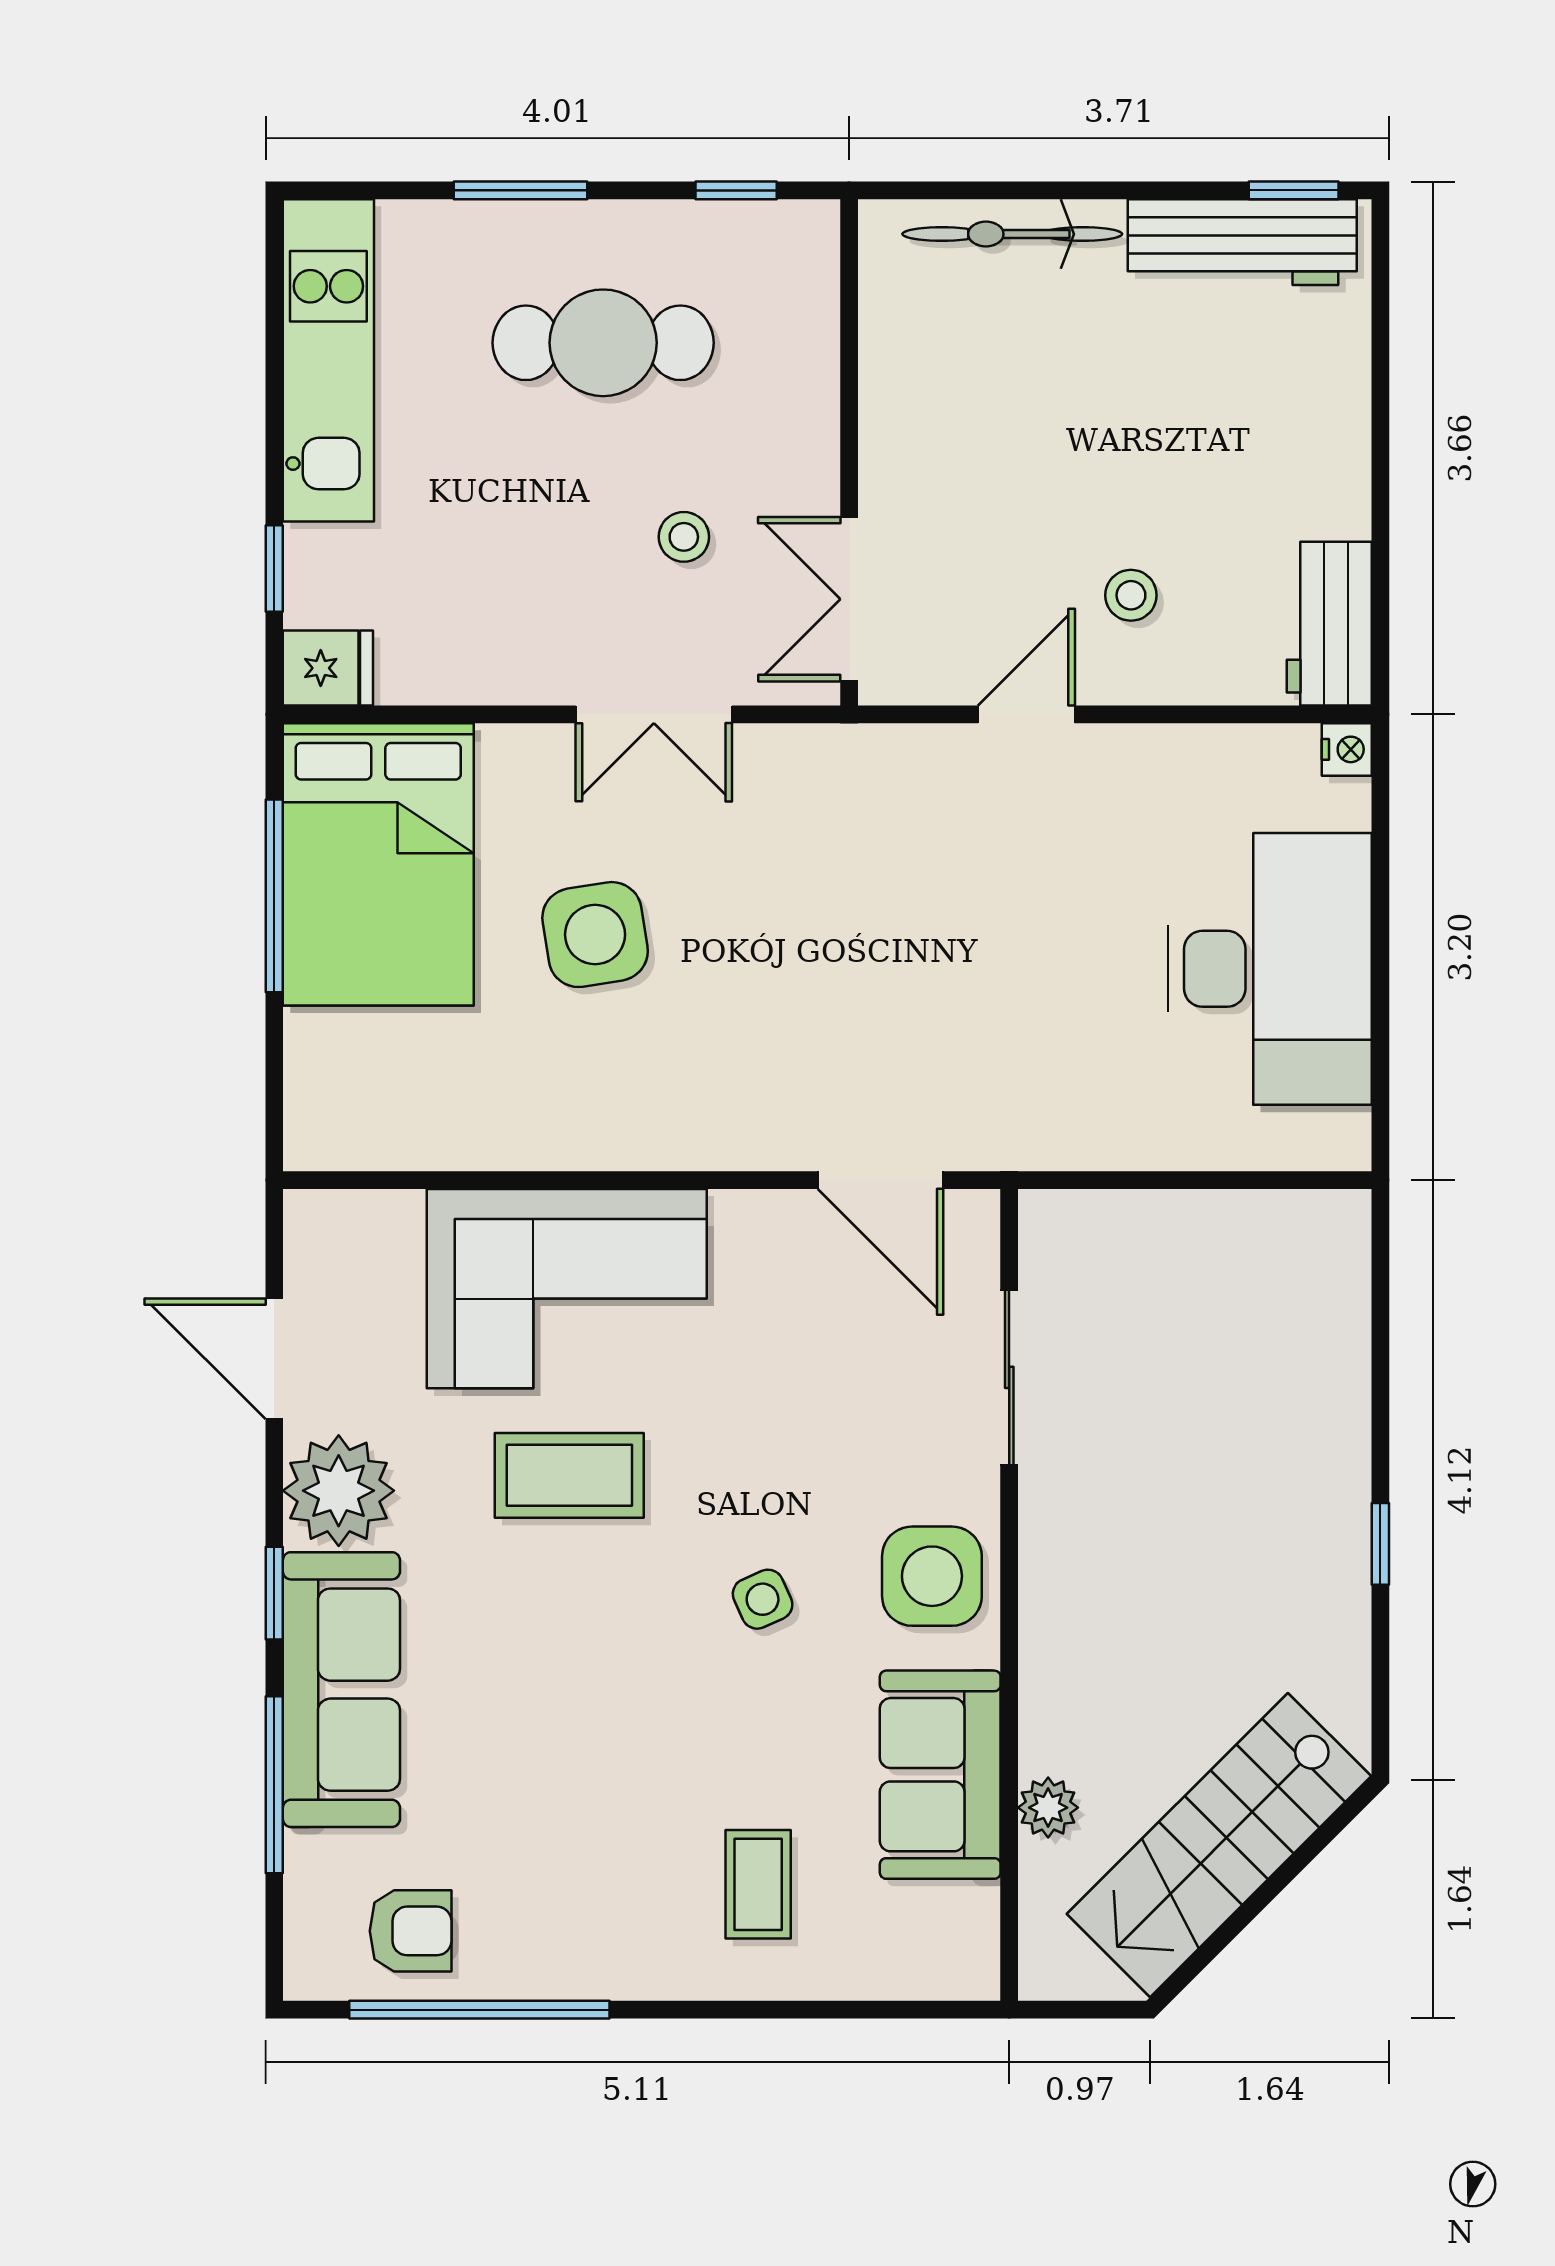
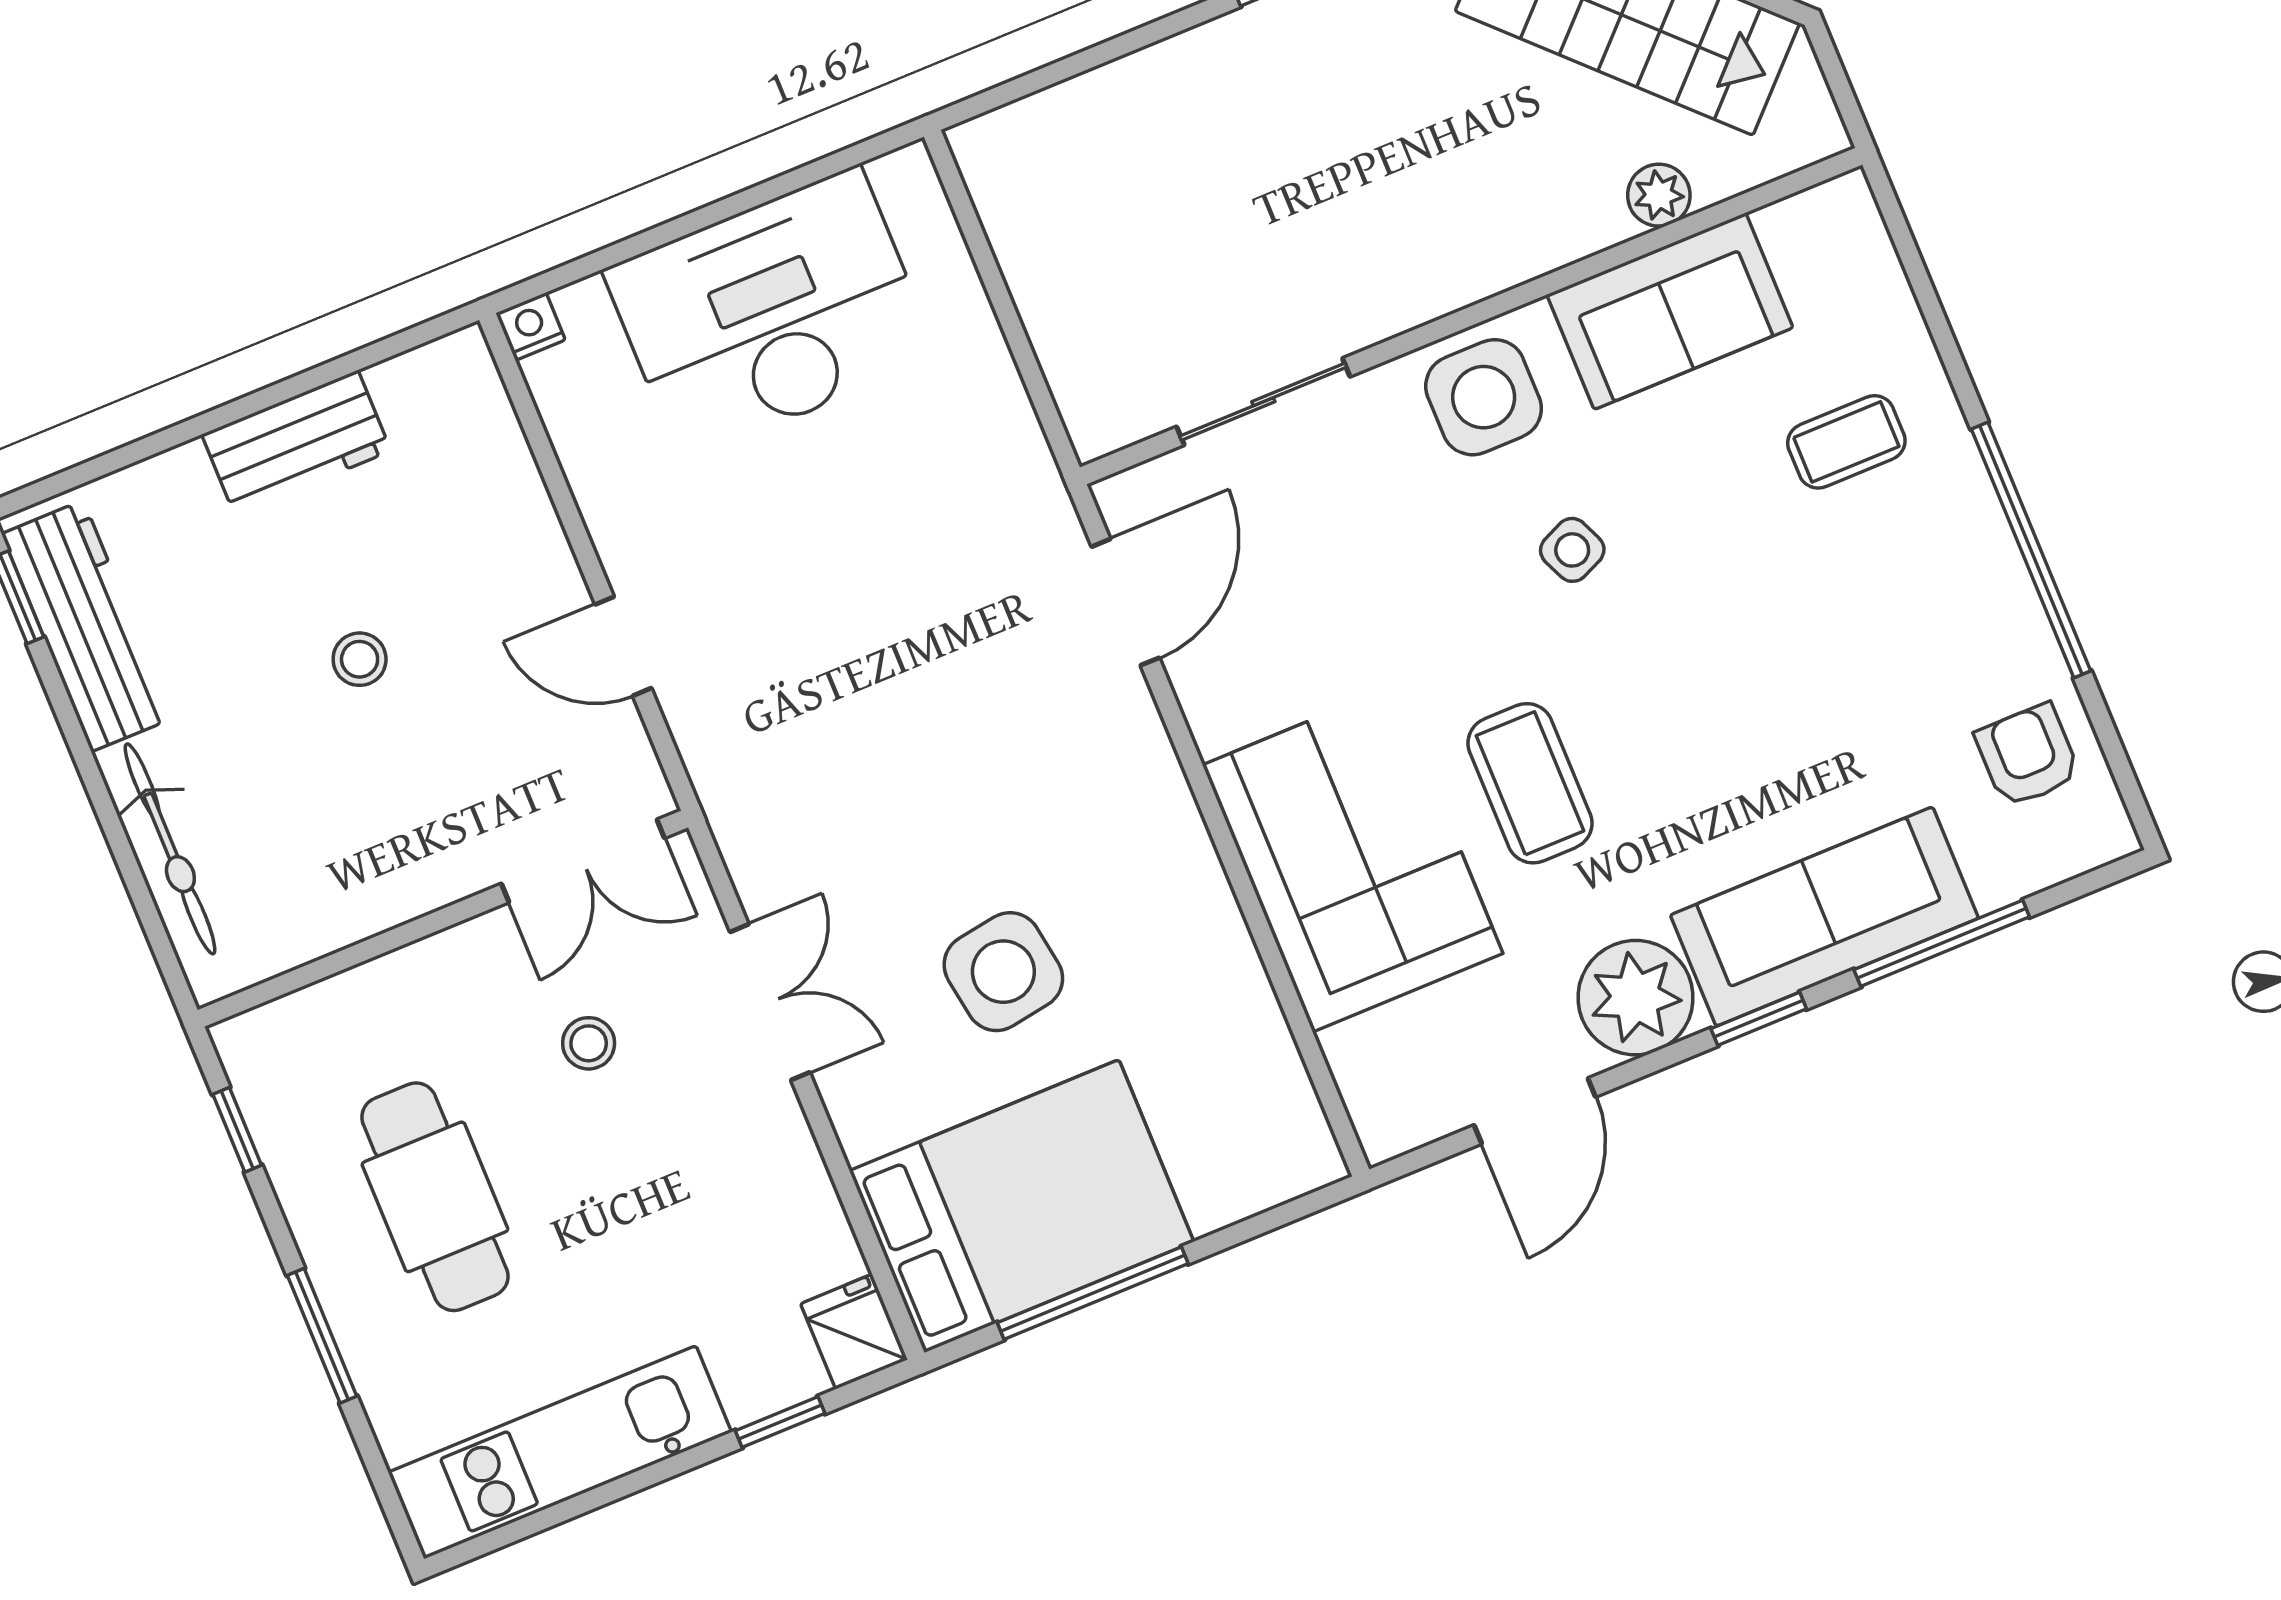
stool: (1131, 595) -> (360, 659), moved
workbench: (1329, 624) -> (296, 443), moved
window: (479, 2010) -> (2031, 550), moved

